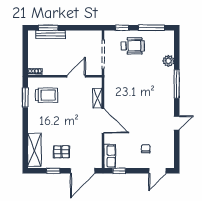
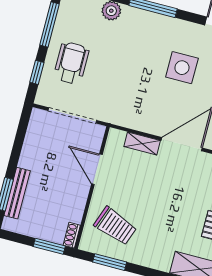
window: (25, 61) -> (49, 246), added
trolley: (47, 95) -> (115, 226), turned 110
side table: (147, 110) -> (182, 68), added

